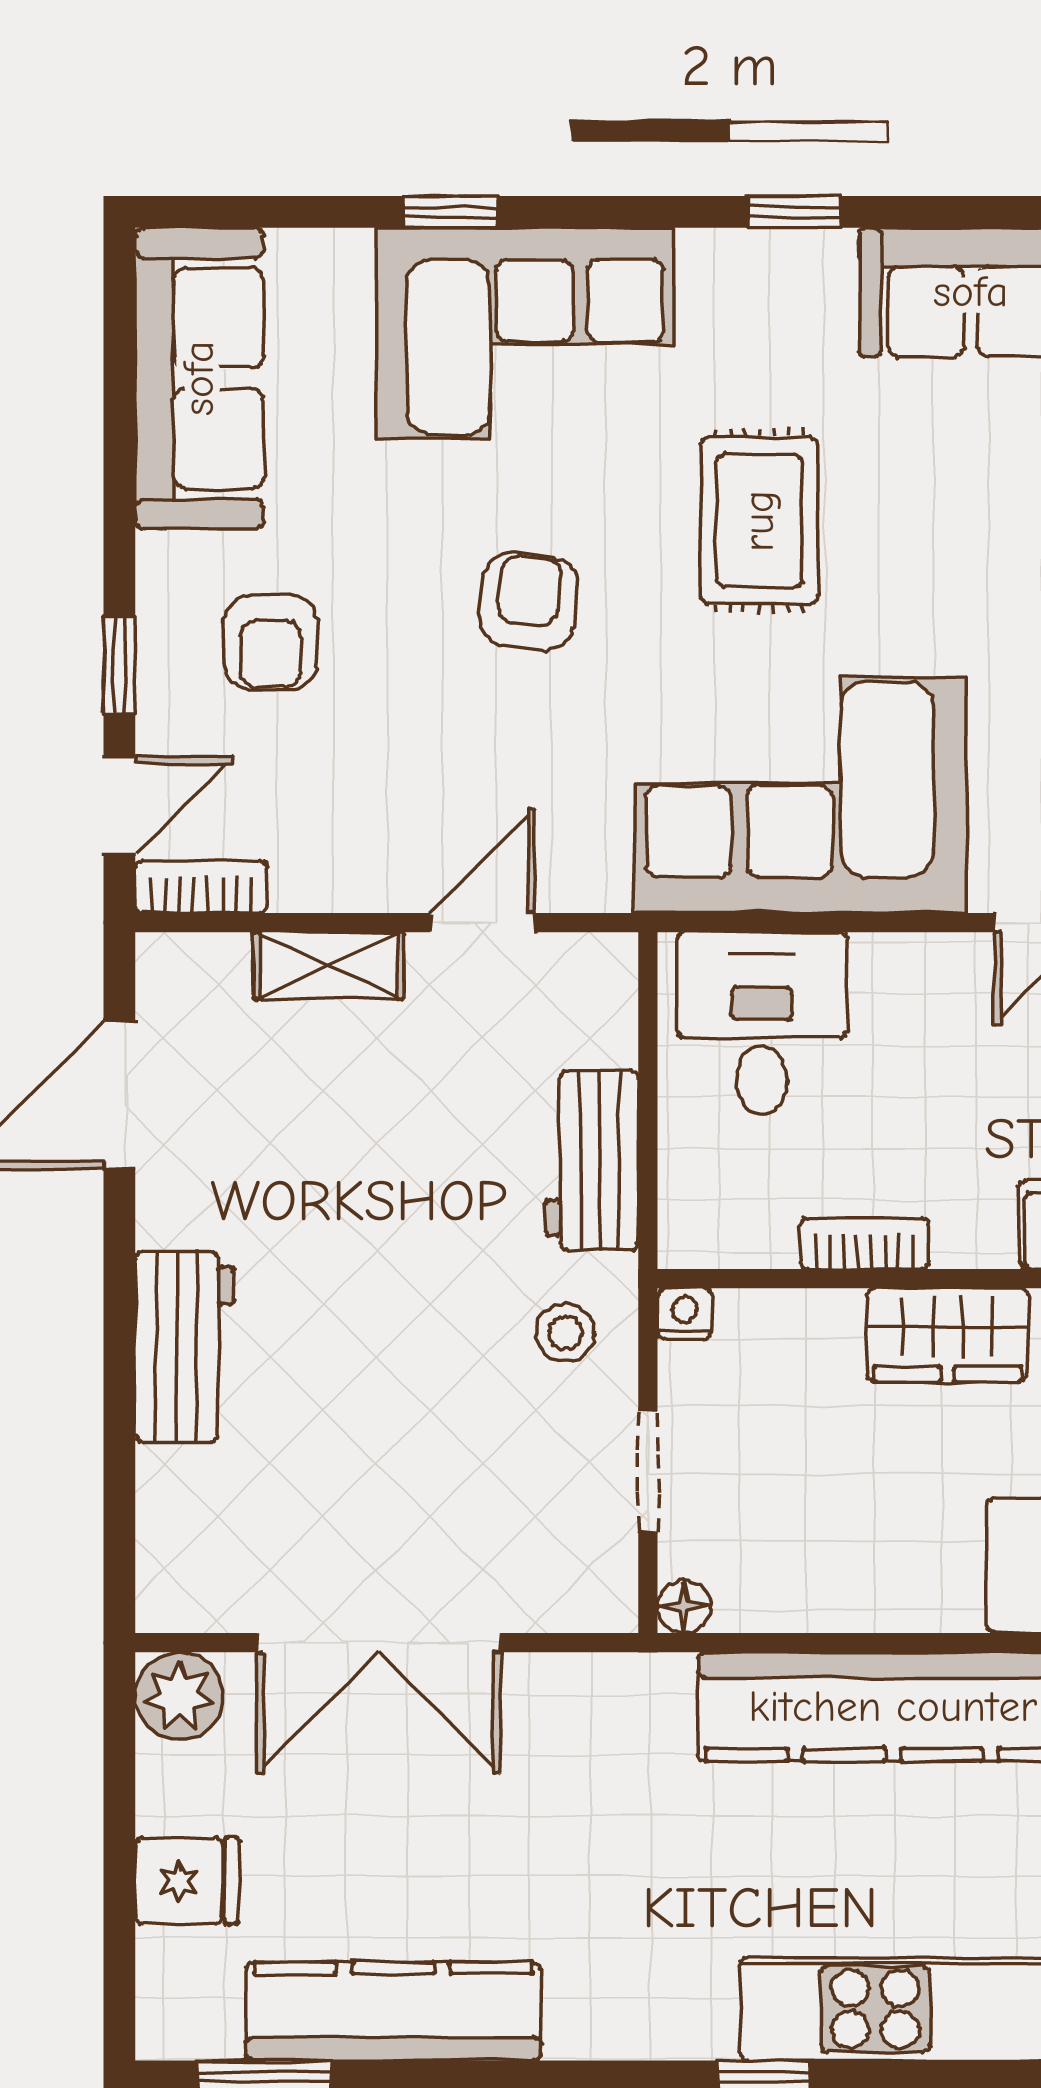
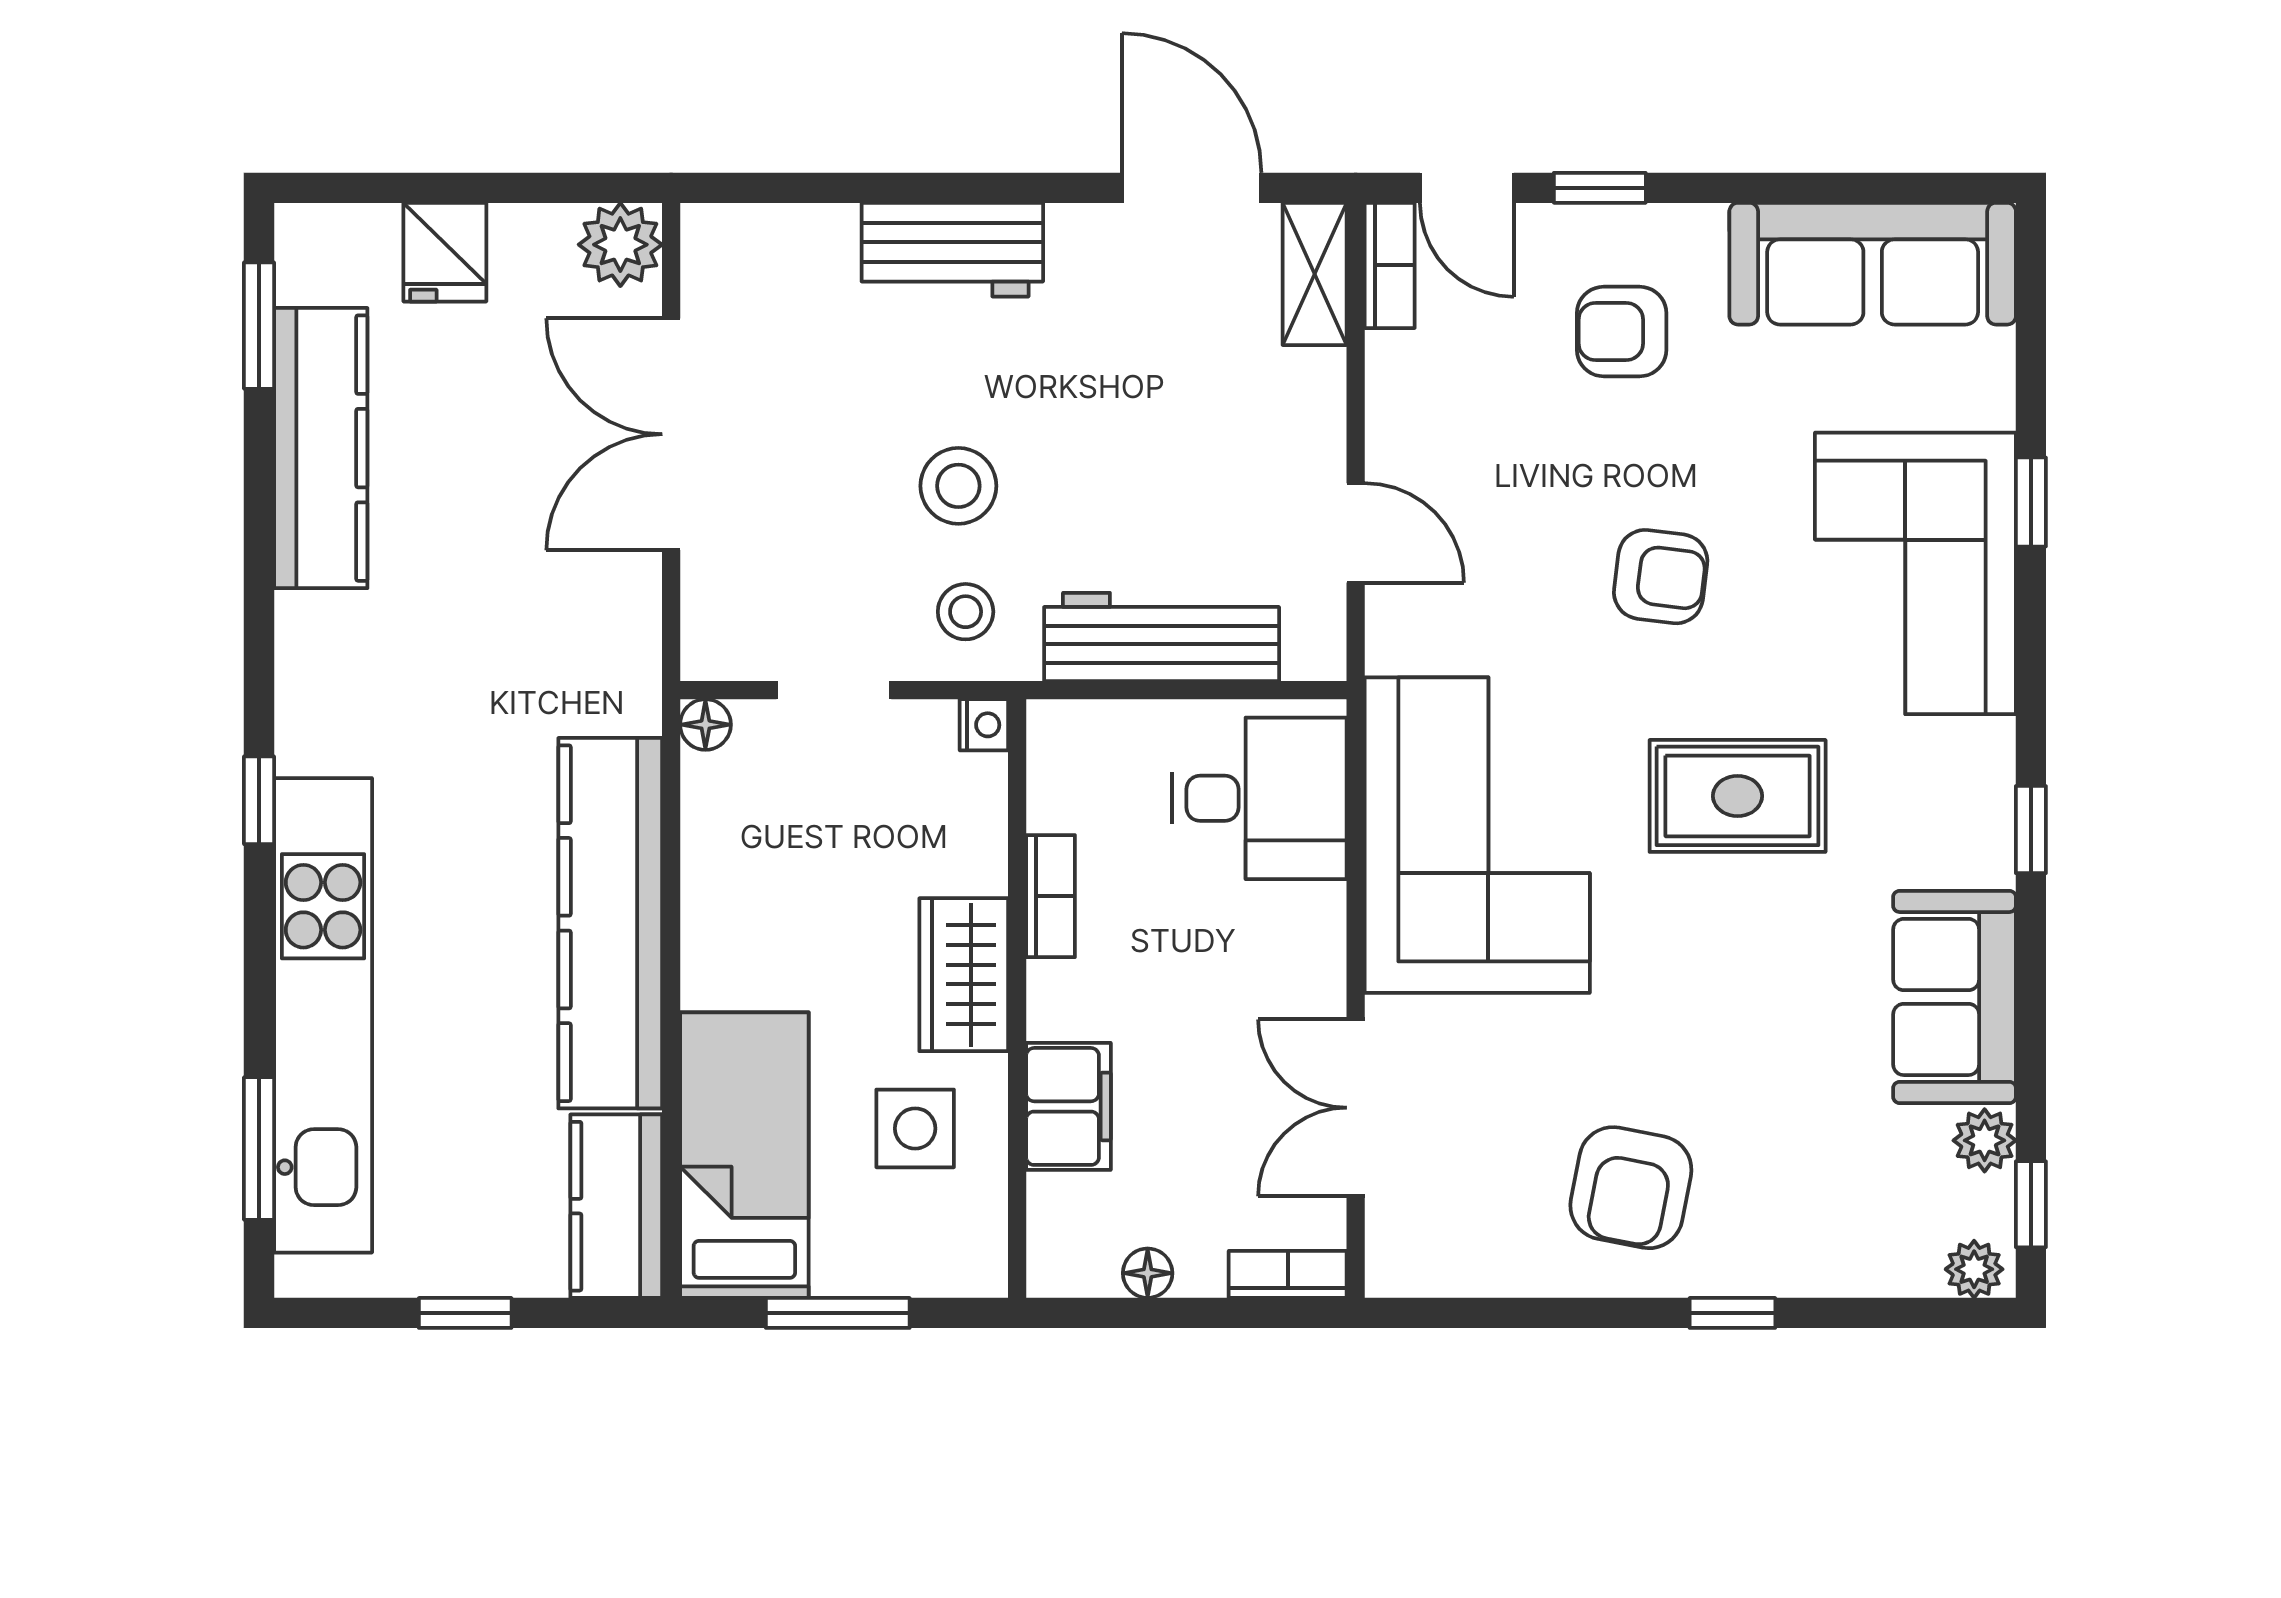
shelving: (328, 966) -> (1315, 274), moved
workbench: (592, 1160) -> (1162, 637), width x1.38
stool: (433, 1340) -> (958, 486), added

